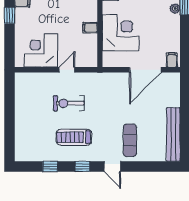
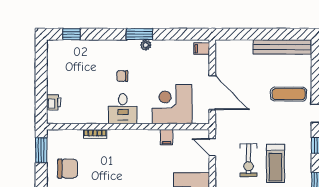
door: (67, 70) -> (212, 147), moved
door: (145, 70) -> (212, 93), moved
treadmill: (74, 137) -> (275, 163), moved

